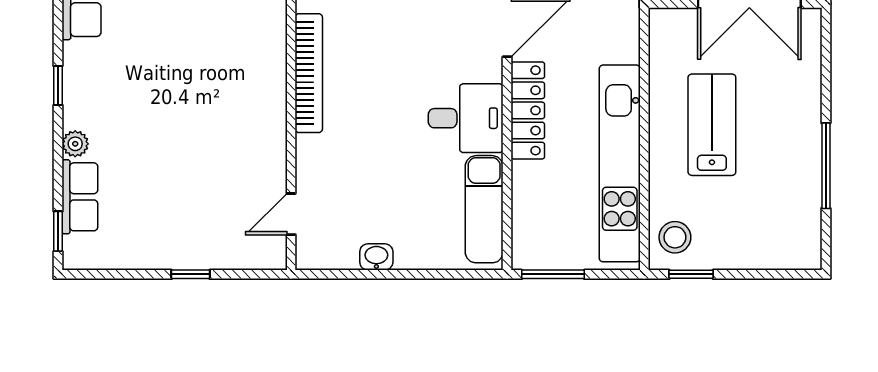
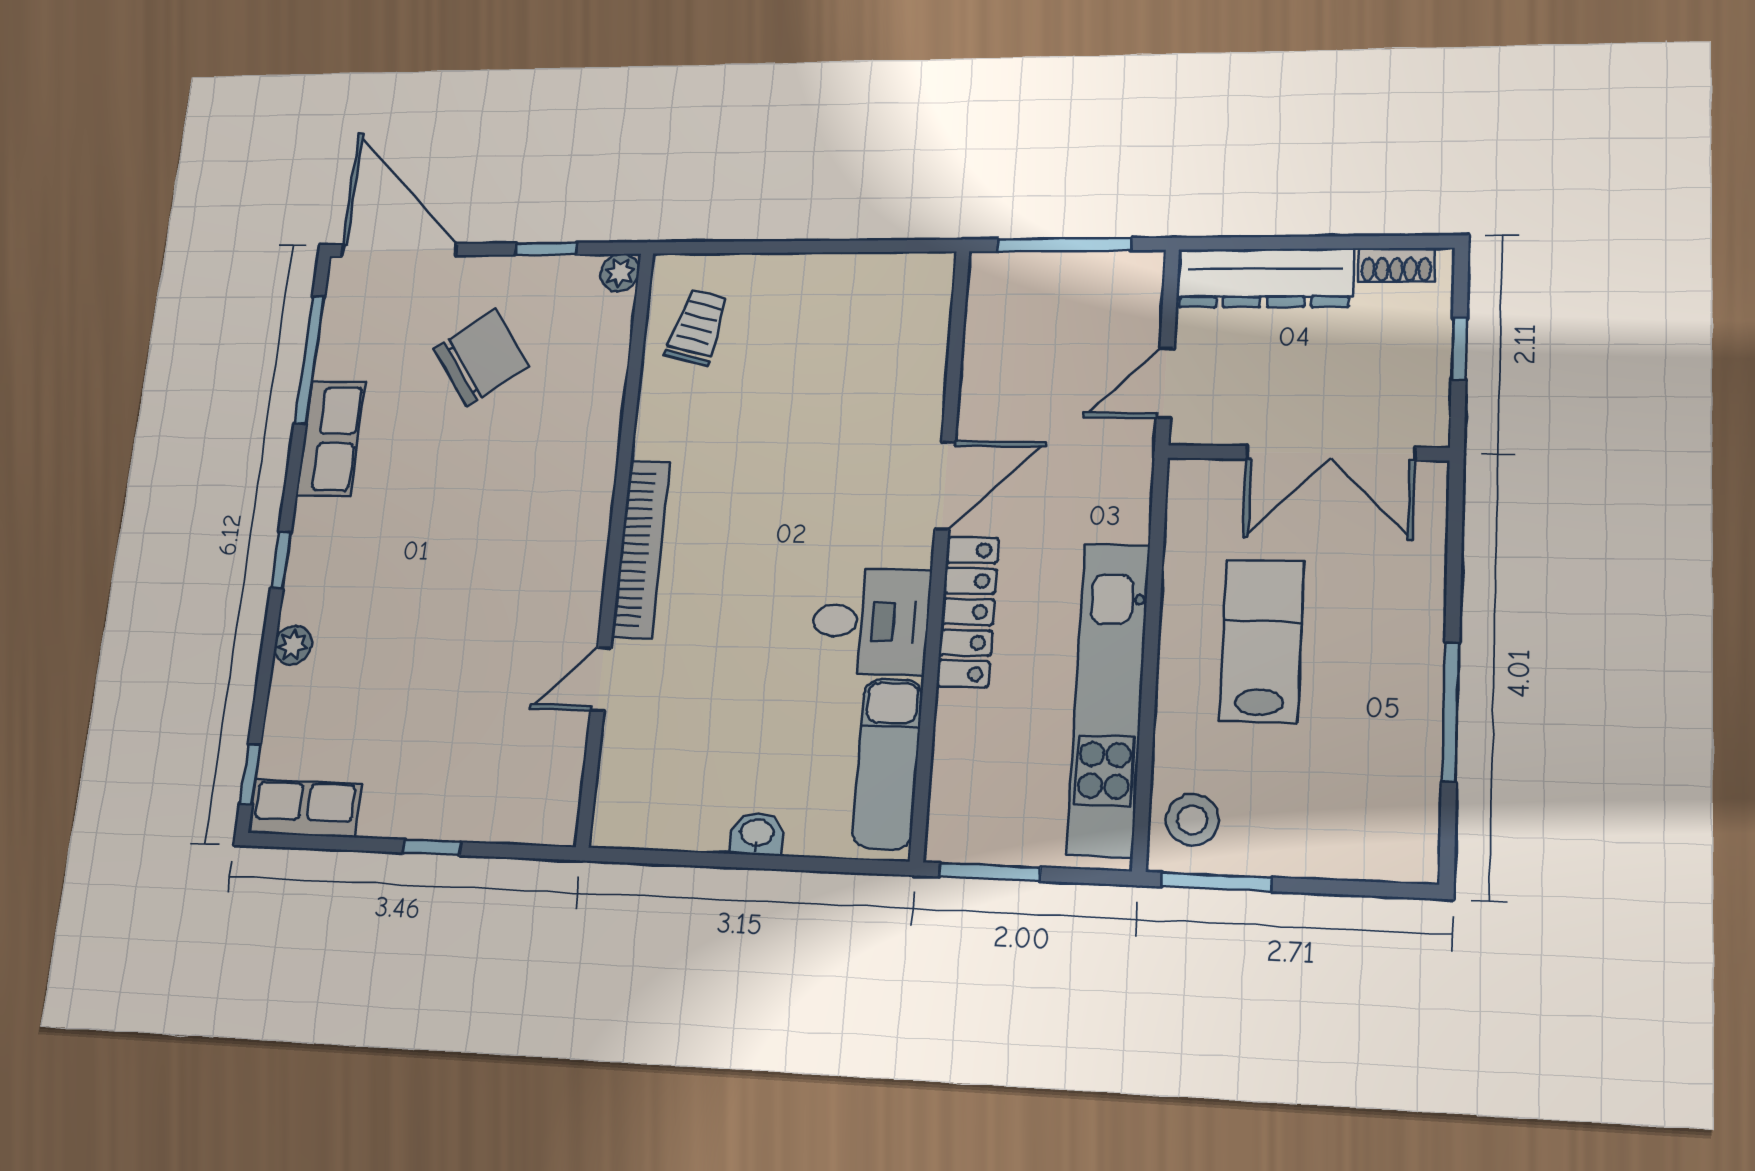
row of seats: (80, 197) -> (304, 808), moved, turned -90
door: (291, 214) -> (601, 679), moved
washbasin: (376, 257) -> (757, 834), moved
window: (691, 274) -> (1216, 882), width x1.50

